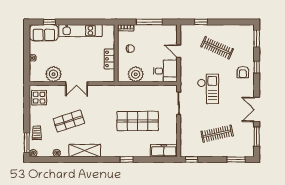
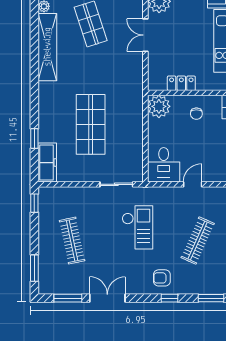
plant: (136, 74) -> (159, 106), moved
checkout: (208, 89) -> (137, 227), turned -90
shelving: (85, 151) -> (47, 47), width x1.47
window: (127, 159) -> (34, 138), moved

